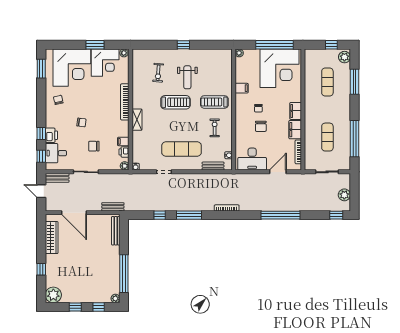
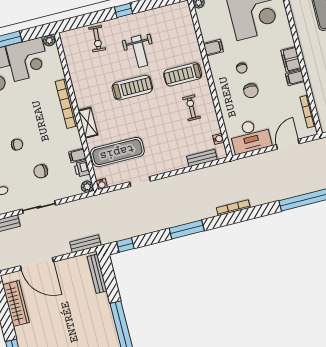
exercise bike: (158, 73) -> (97, 39), moved
filing cabinet: (295, 130) -> (295, 78), width x0.50
exercise mat: (182, 149) -> (117, 152), moved
window: (160, 215) -> (125, 245), moved

